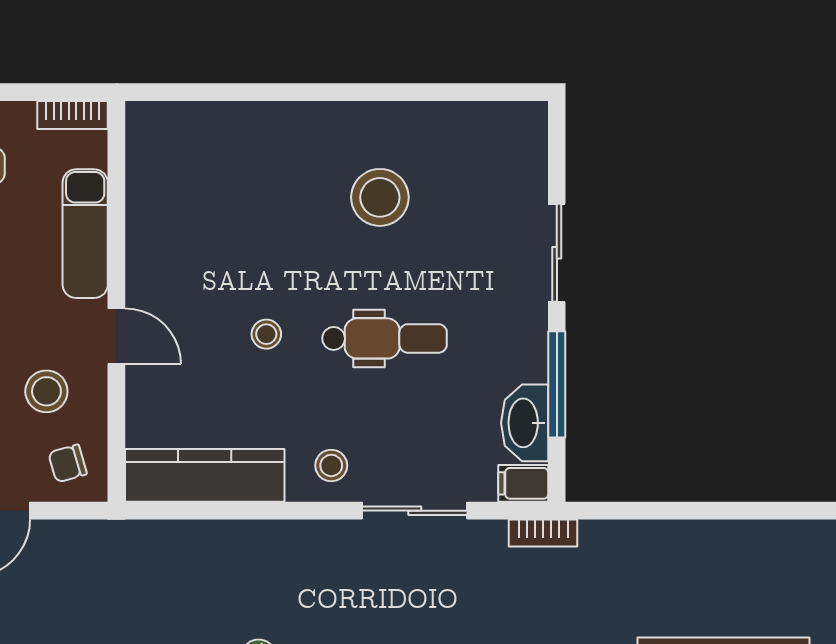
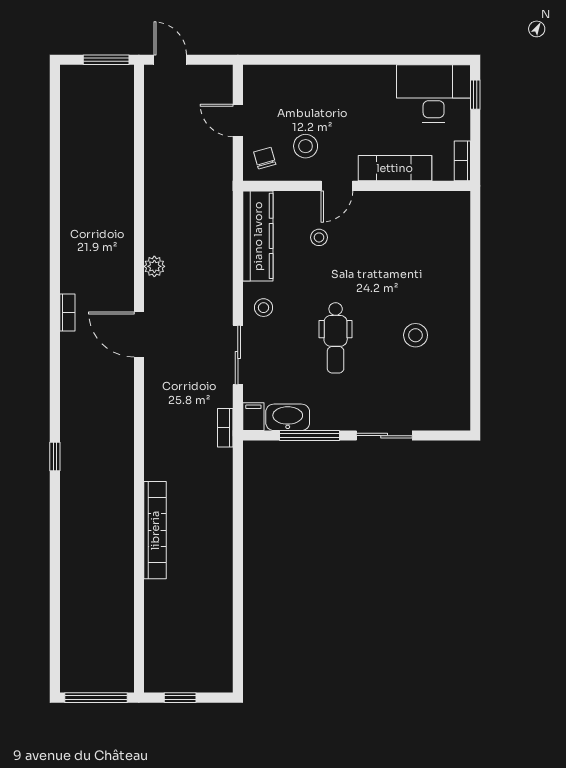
stool: (380, 197) -> (416, 335), width x0.73, depth x0.73
stool: (266, 334) -> (319, 237), moved

